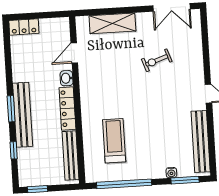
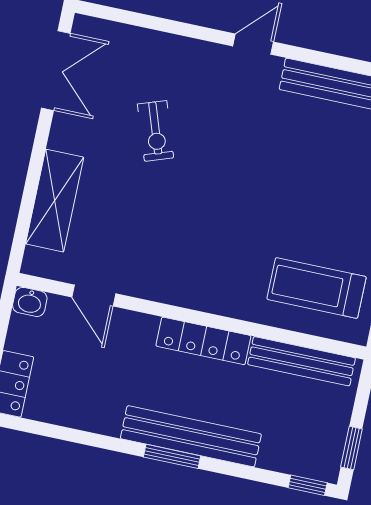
washbasin: (67, 78) -> (30, 302), moved
treadmill: (114, 141) -> (317, 288), moved
window: (14, 150) -> (308, 485), moved

